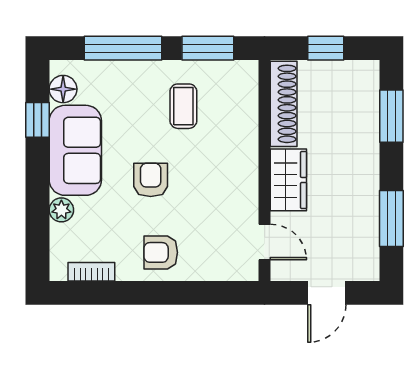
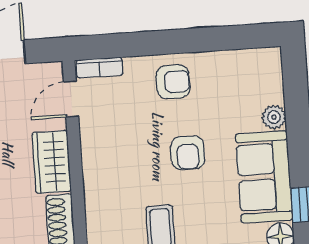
door: (265, 242) -> (71, 99), hinge flipped
bookcase: (91, 272) -> (99, 68), moved

